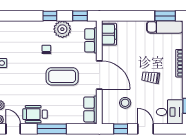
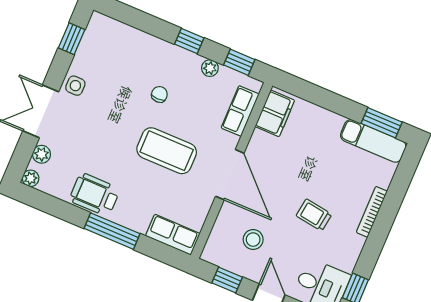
plant: (62, 29) -> (210, 68), width x0.53, depth x0.53
row of seats: (90, 109) -> (173, 235), moved, turned 90
door: (13, 129) -> (48, 204), removed

